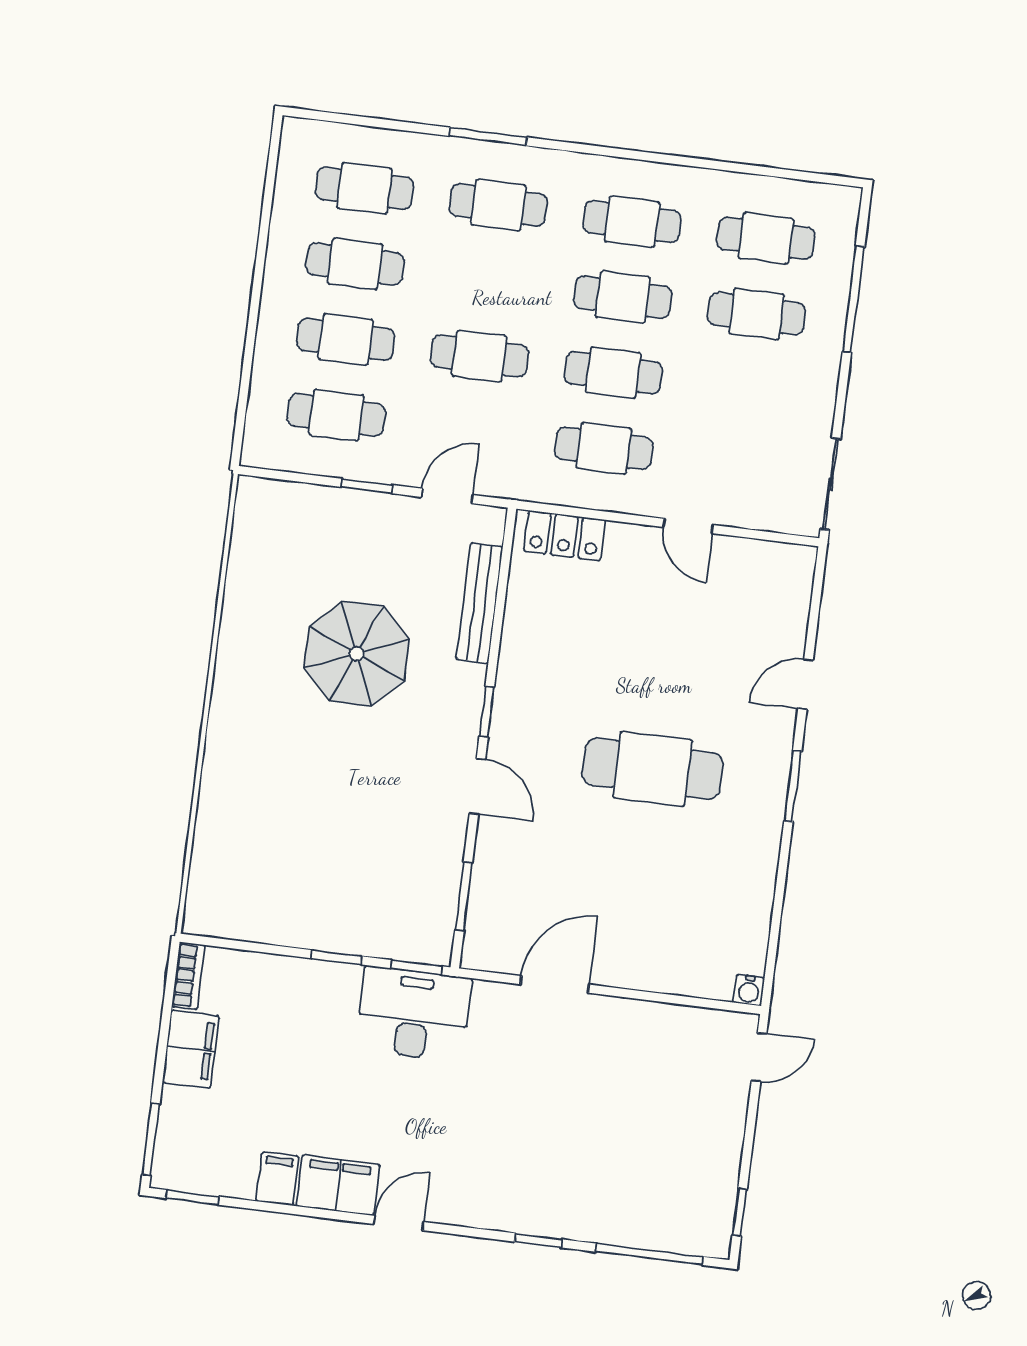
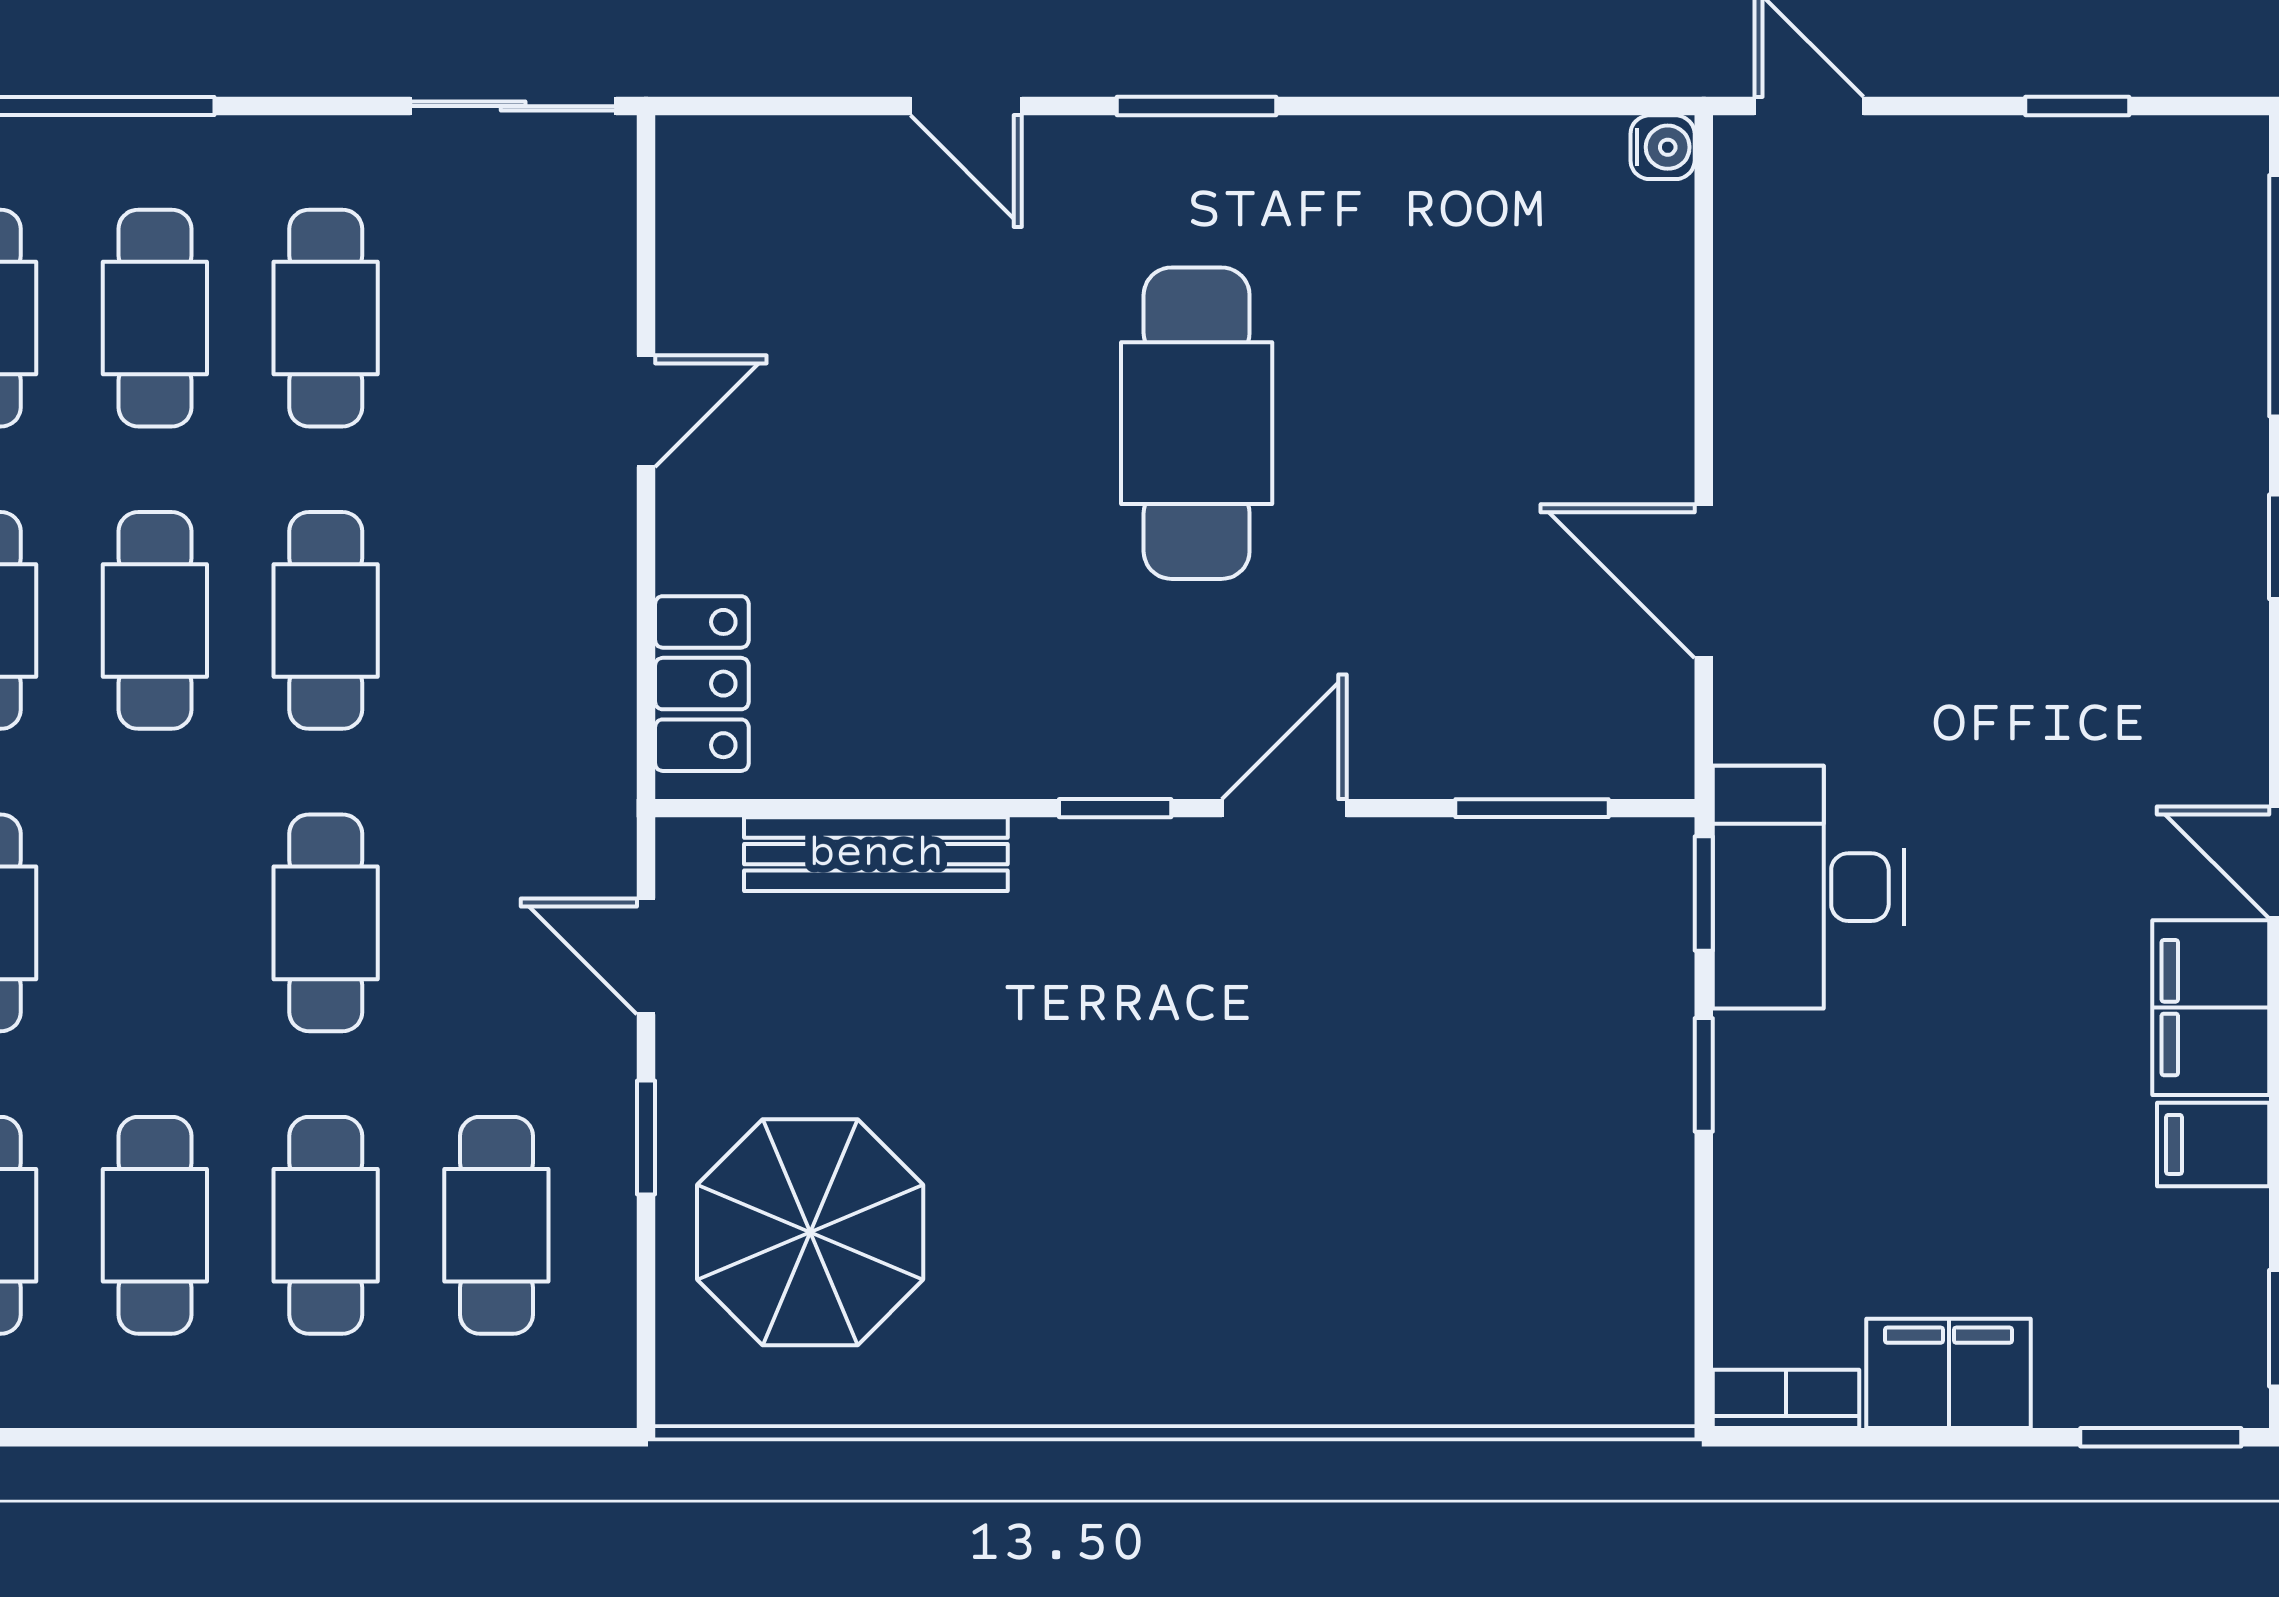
cafe table: (604, 448) -> (326, 318), moved
parasol: (356, 654) -> (810, 1232), moved
window: (740, 1212) -> (2077, 106), moved

